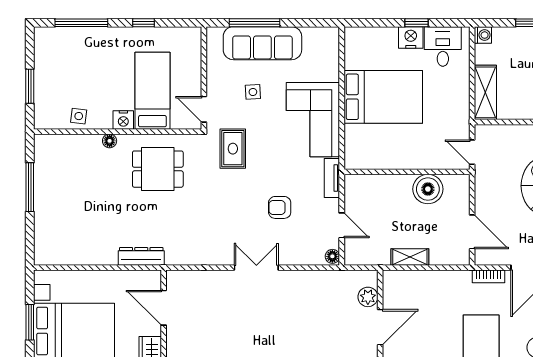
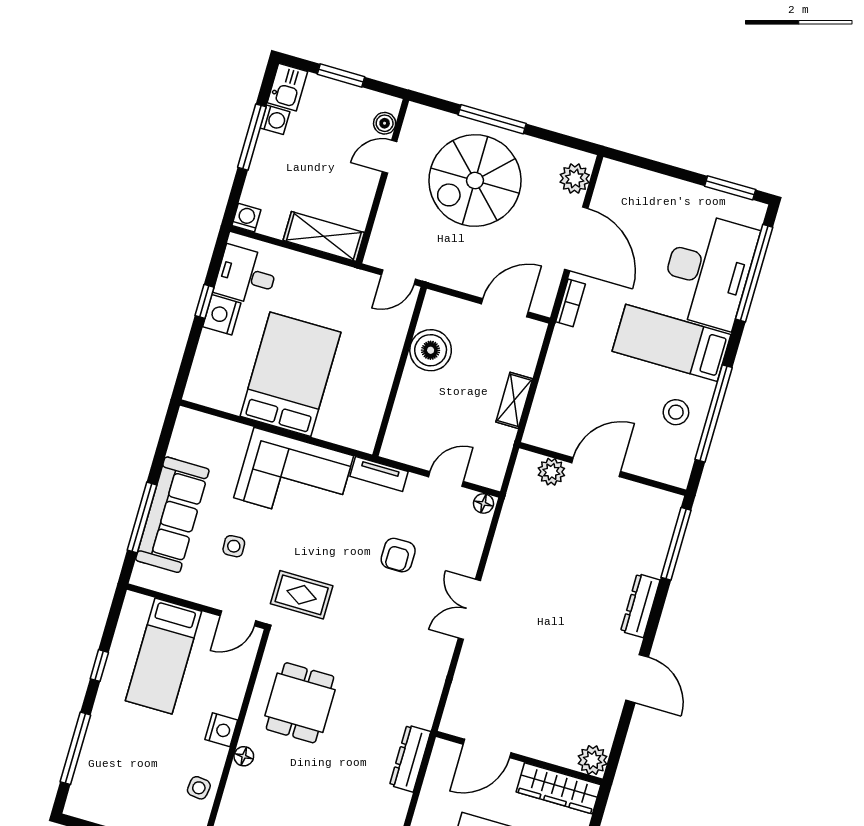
bed: (152, 91) -> (163, 656), moved, turned -90
door: (380, 327) -> (596, 467), hinge flipped

